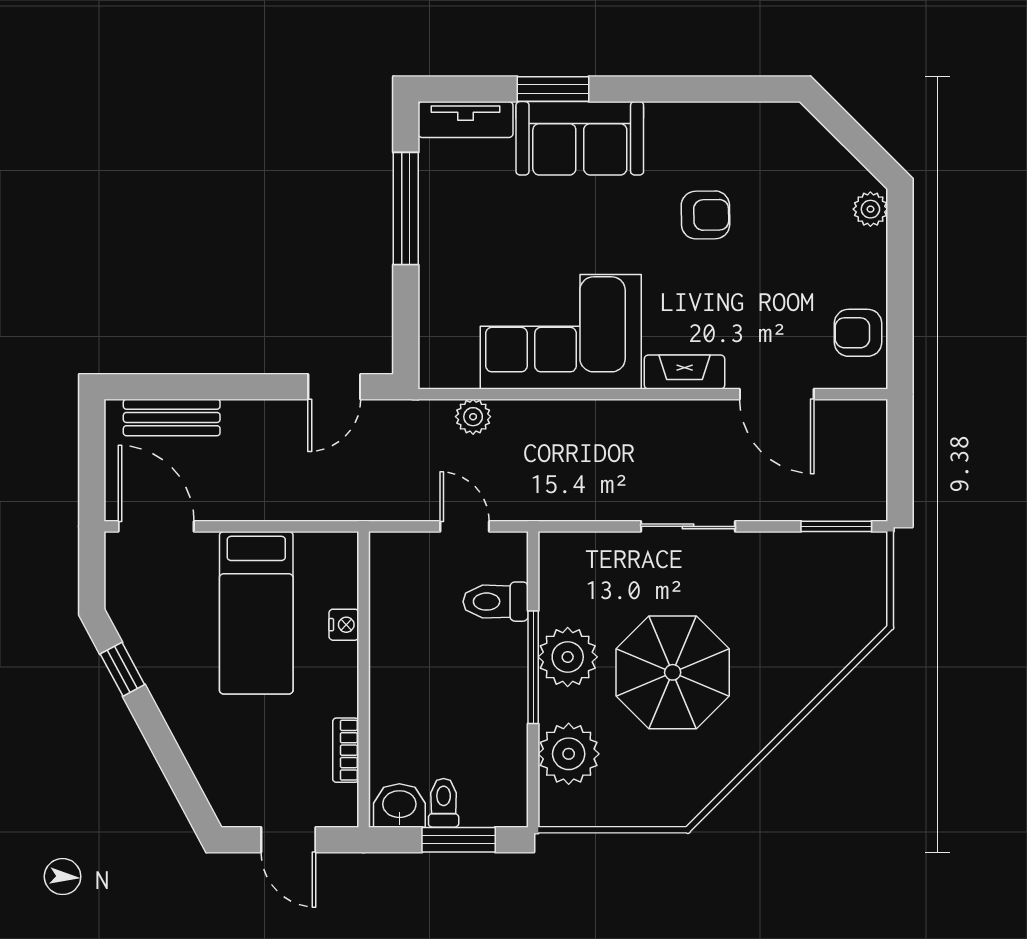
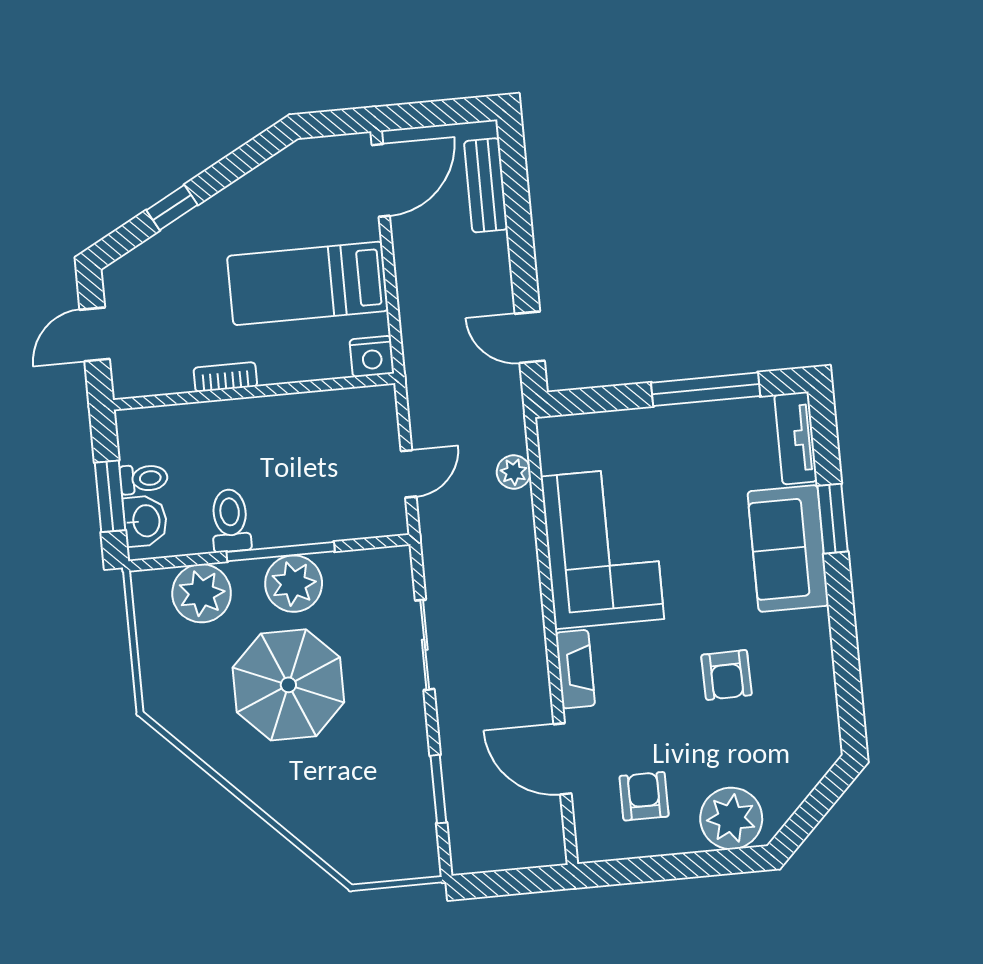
plant: (870, 209) -> (731, 818), width x1.88, depth x1.88
armchair: (858, 333) -> (644, 796), moved
door: (777, 394) -> (562, 759), hinge flipped
sliding door: (688, 526) -> (425, 645), moved
window: (836, 526) -> (438, 789), moved
toilet: (496, 602) -> (230, 520), moved
nightstand: (344, 625) -> (372, 356), moved, width x1.39, depth x1.35
window: (122, 669) -> (172, 208), moved
bookcase: (346, 750) -> (225, 377), moved
washbasin: (399, 805) -> (145, 521), moved

